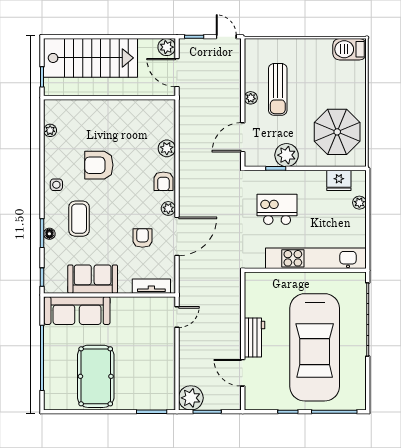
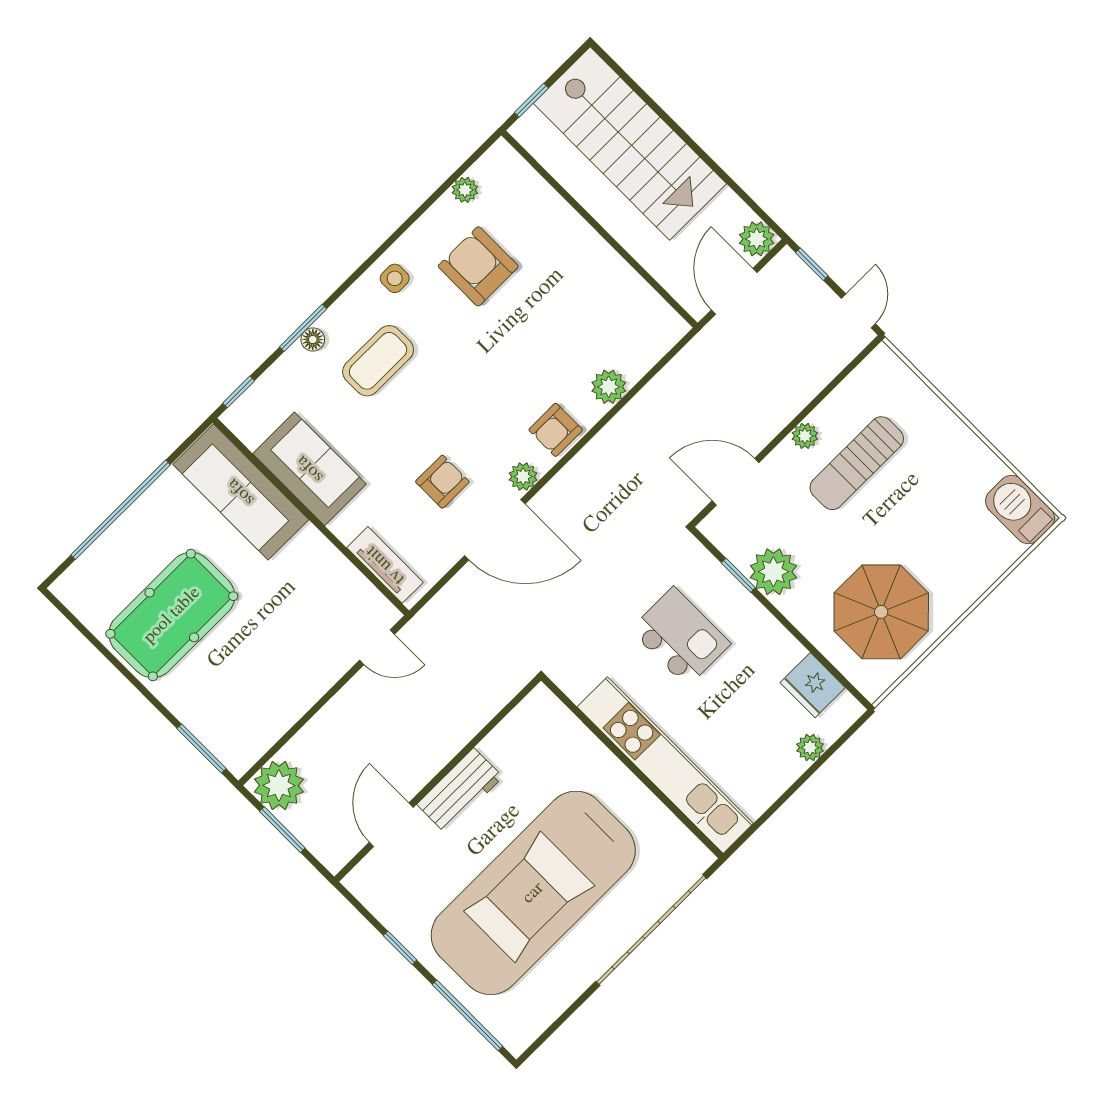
armchair: (99, 165) -> (478, 266), moved

